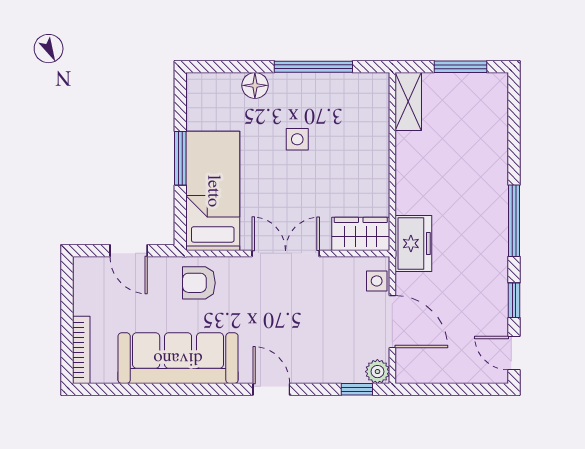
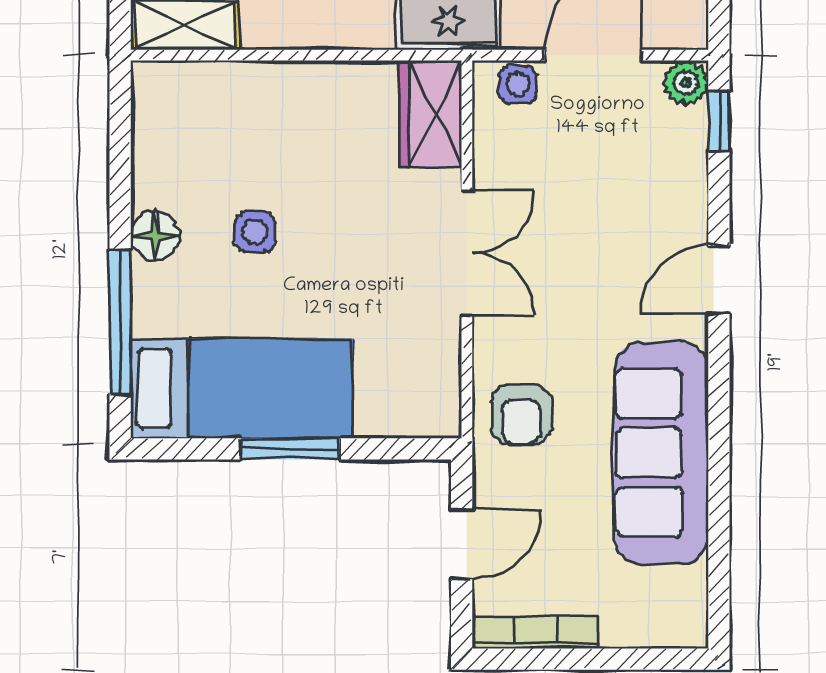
window: (313, 67) -> (120, 322), moved
floor lamp: (255, 85) -> (155, 236), moved
bed: (213, 191) -> (242, 389), moved, turned 180
double door: (286, 253) -> (467, 253), swing flipped
bookcase: (81, 350) -> (536, 632), moved

